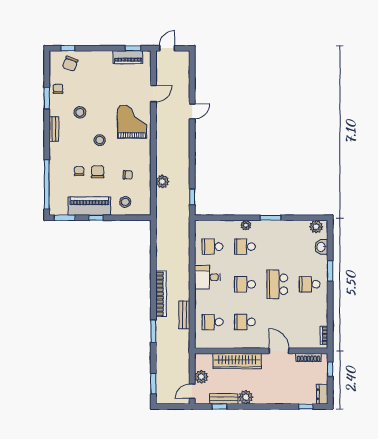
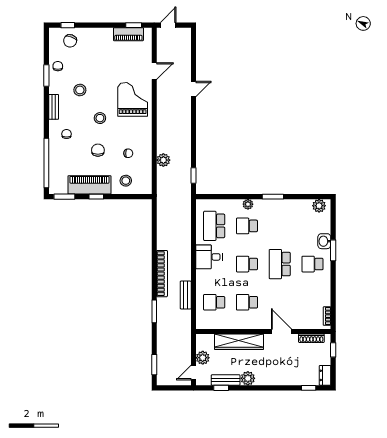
chair: (79, 171) -> (67, 134), moved
school desk: (213, 247) -> (214, 226), width x1.85
washbasin: (321, 247) -> (324, 241), moved

